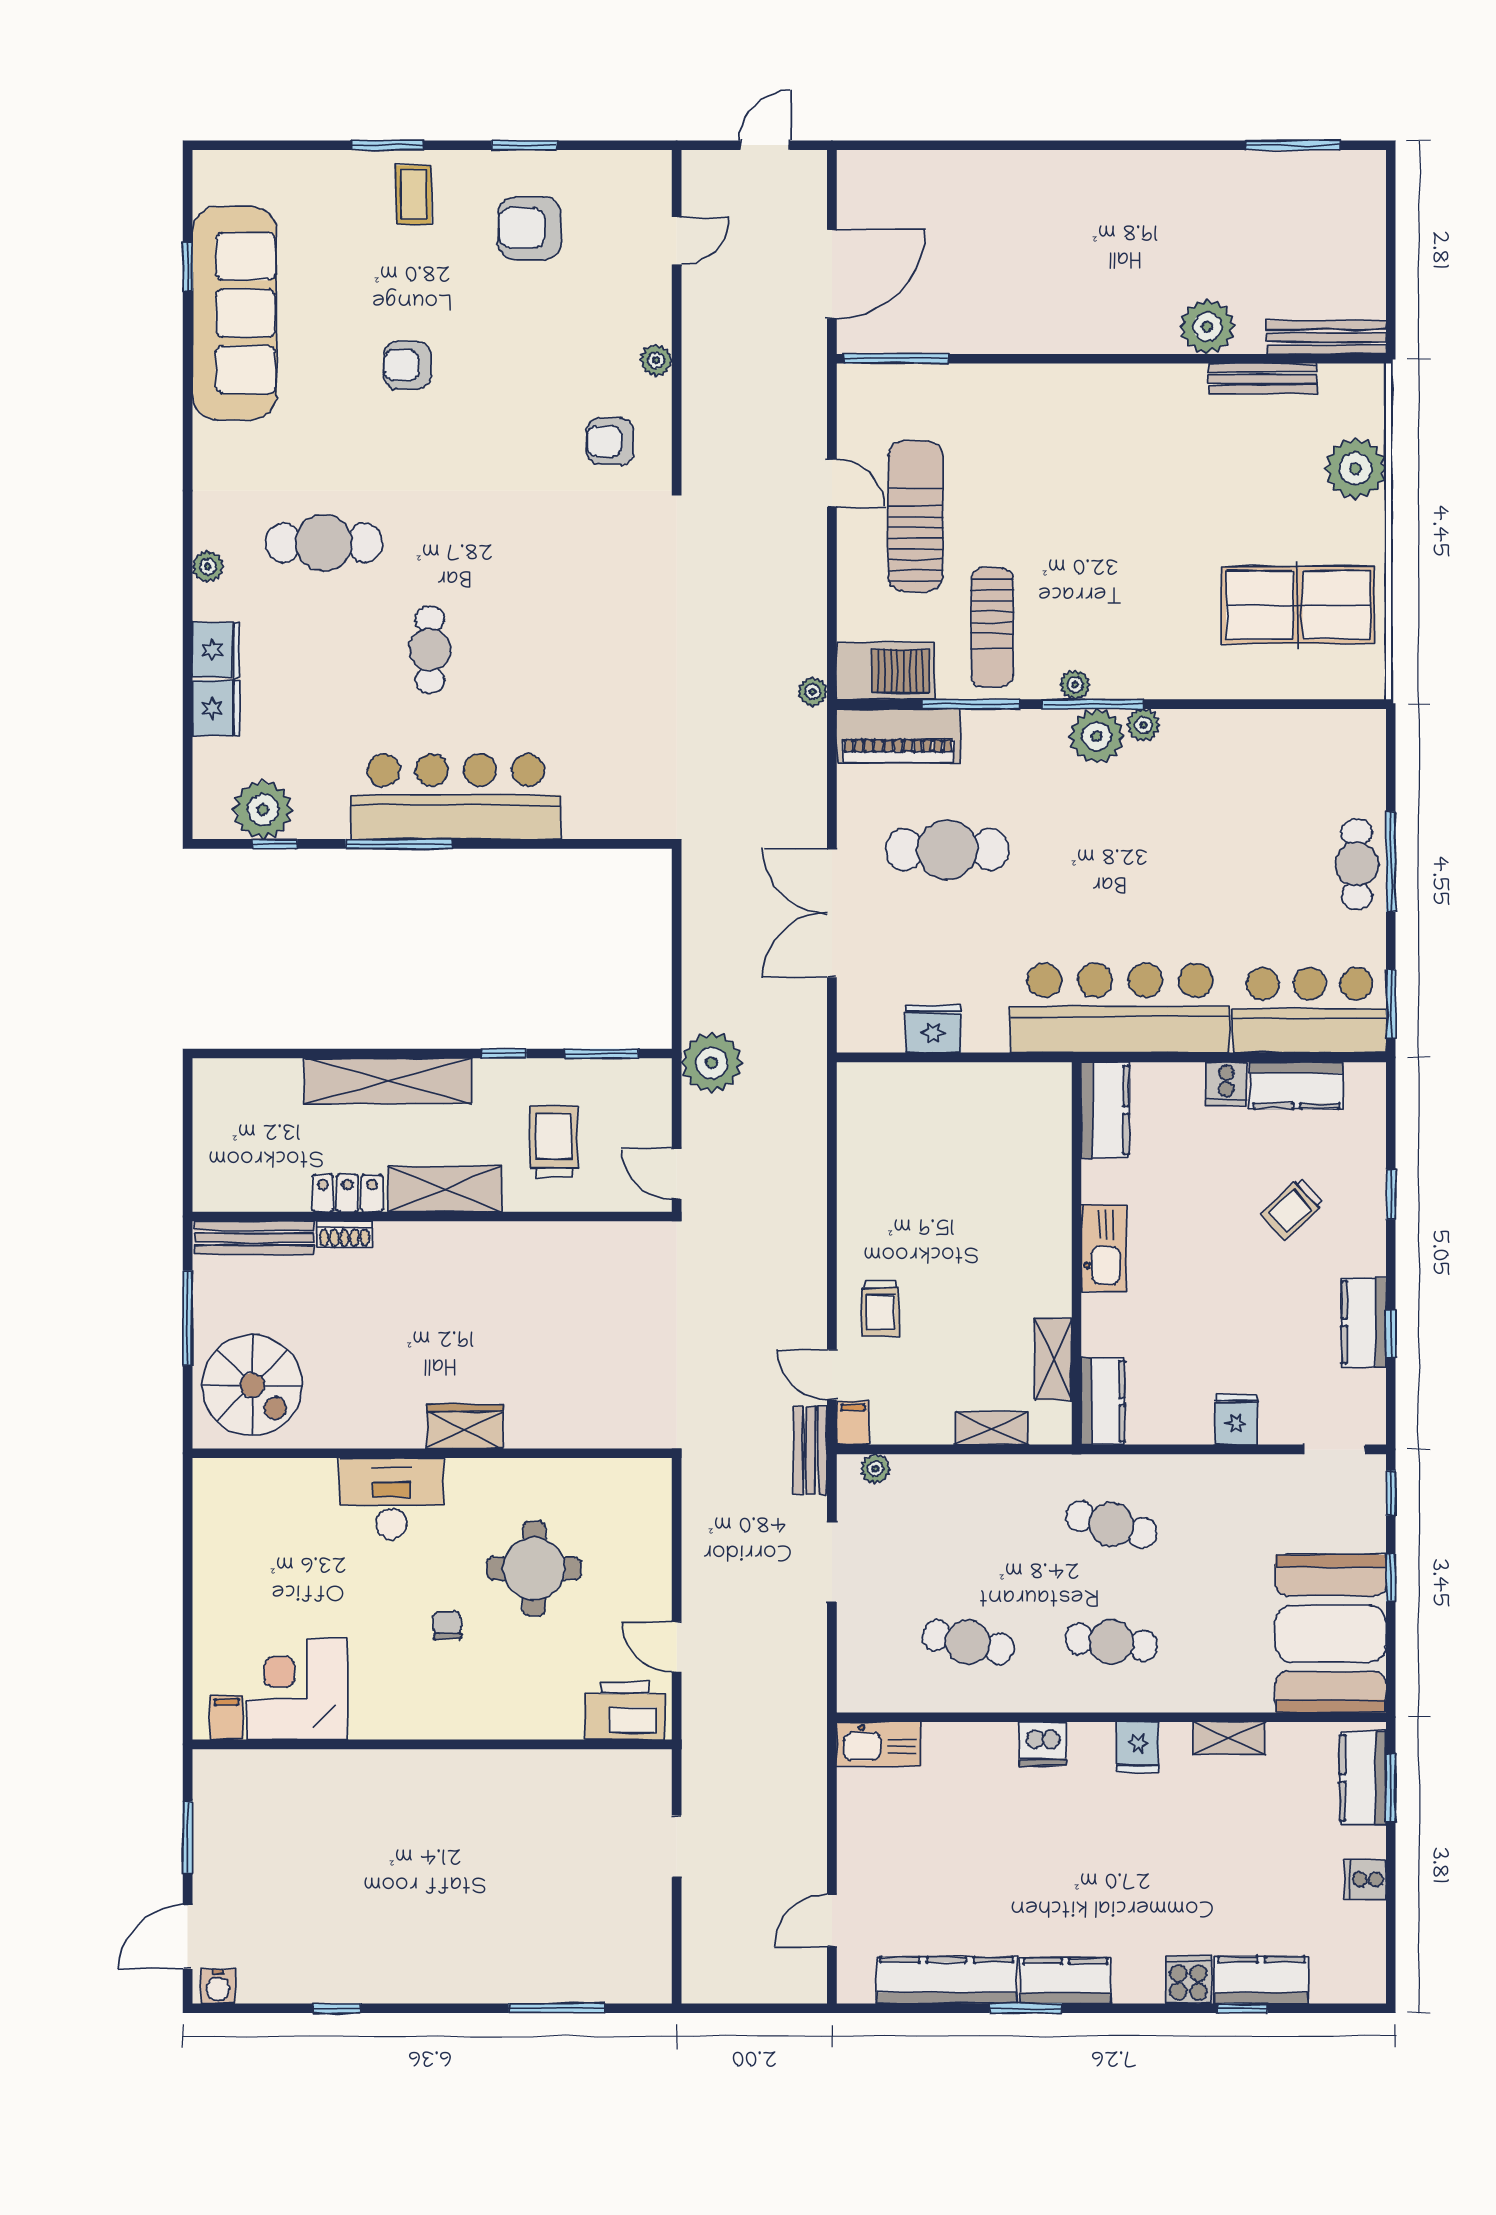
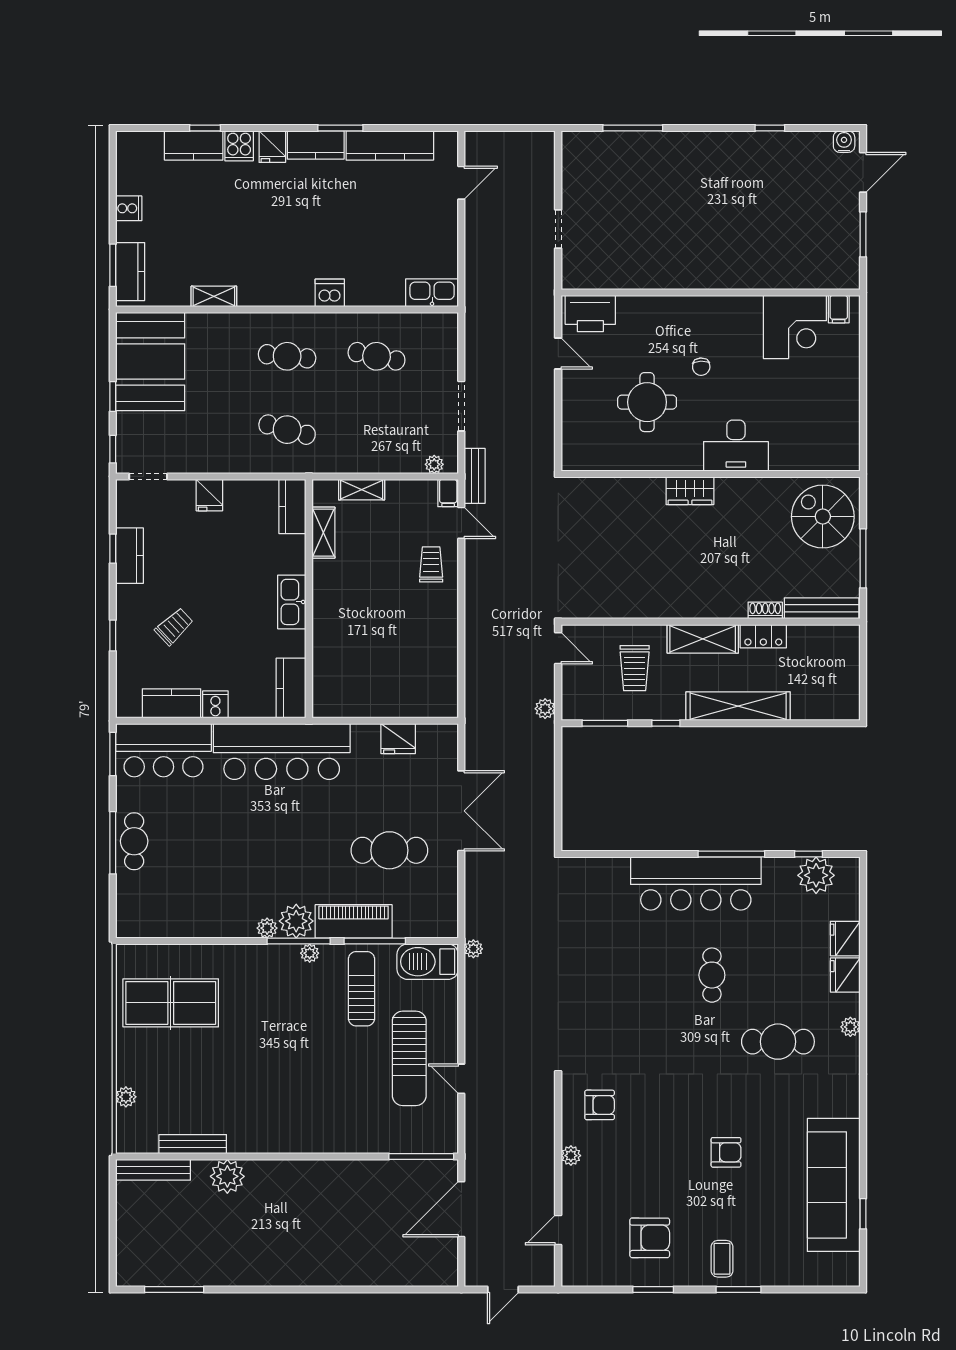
plant: (1355, 469) -> (126, 1097), width x0.53, depth x0.53
piano: (898, 736) -> (354, 921), moved
plant: (712, 1063) -> (545, 709), width x0.53, depth x0.53
fridge: (1138, 1747) -> (272, 147), moved, turned 180

